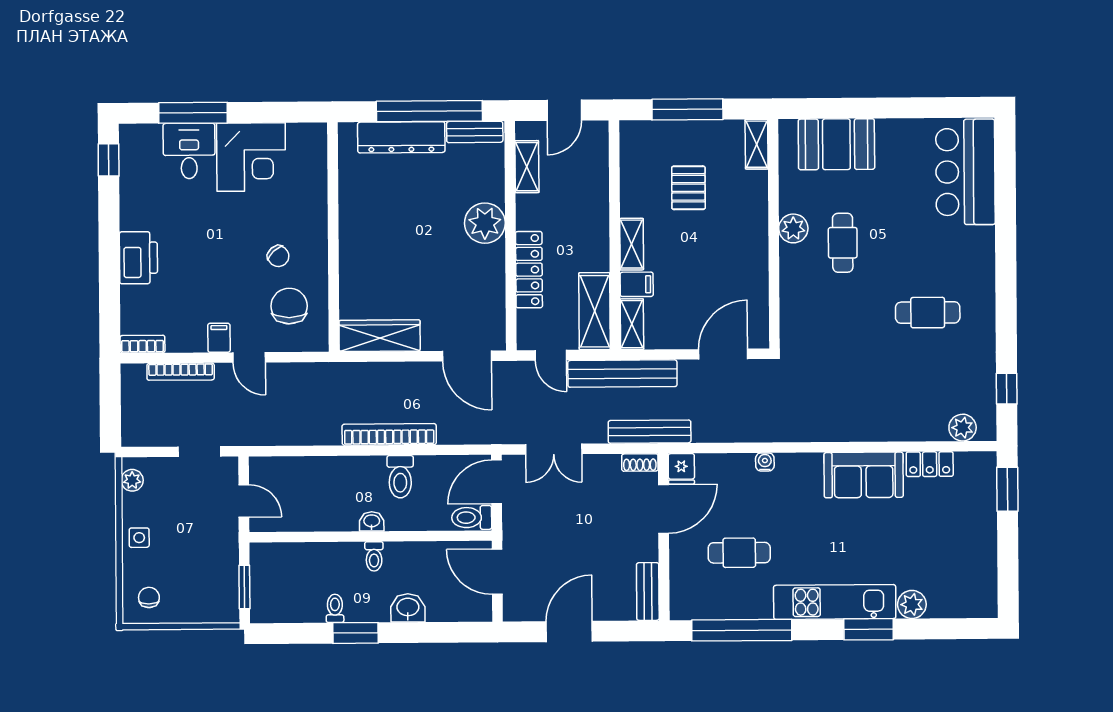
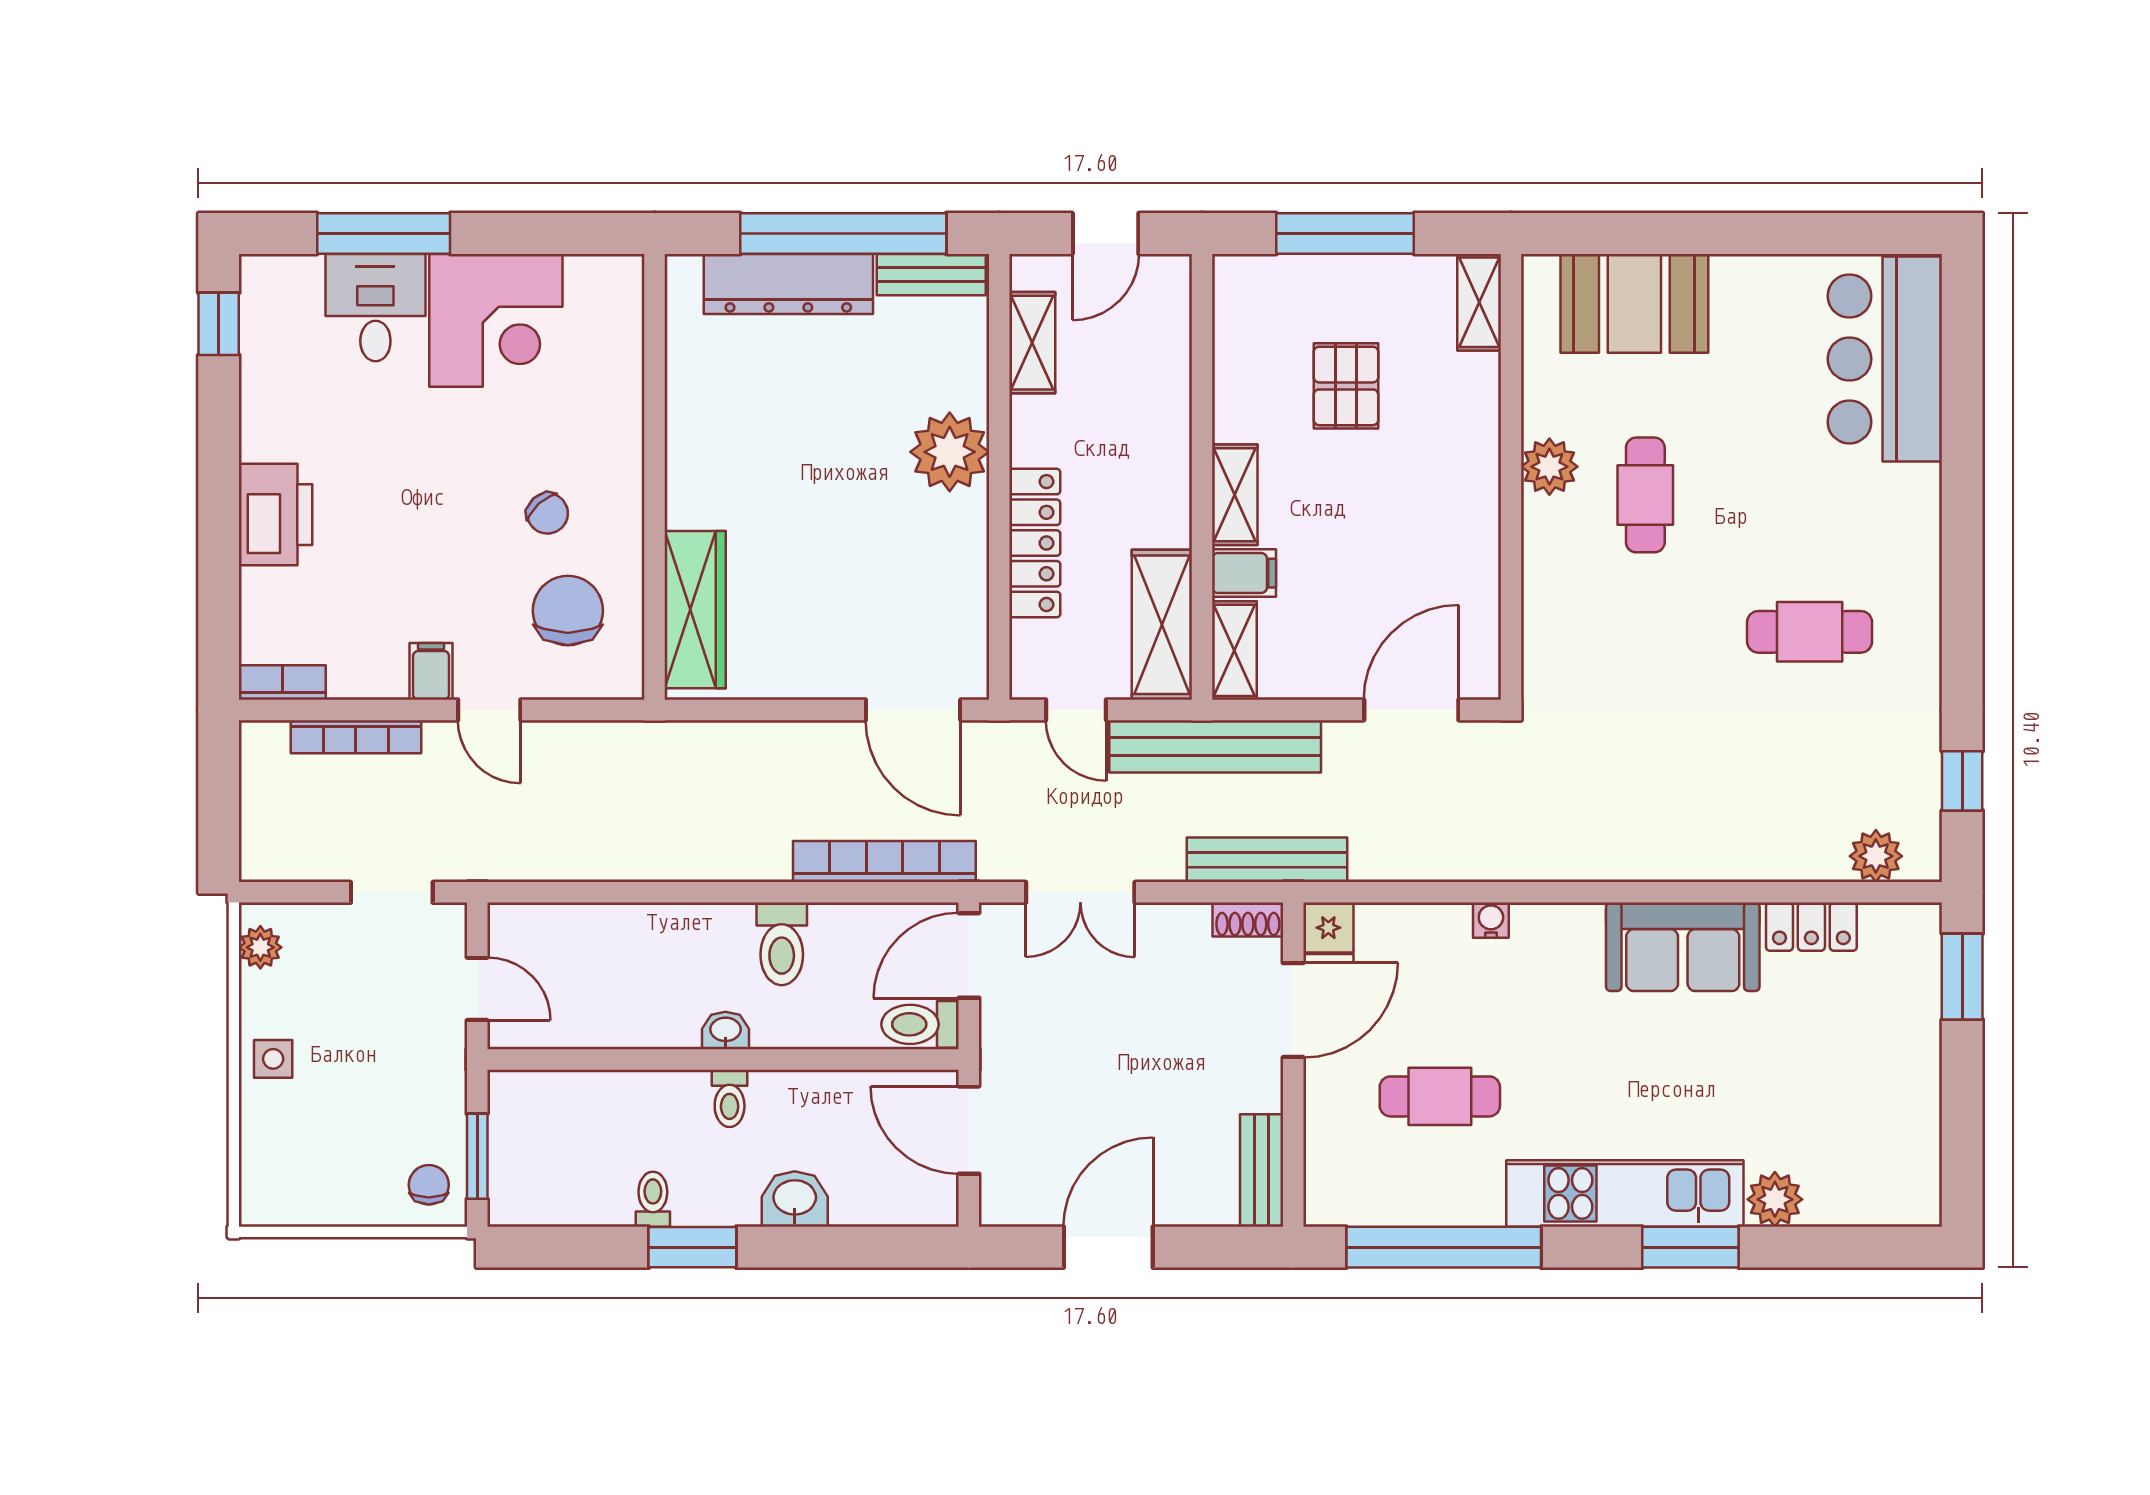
wardrobe: (380, 336) -> (695, 610), moved, turned 90
bookcase: (389, 434) -> (884, 862), moved
chair: (149, 597) -> (429, 1185), moved

